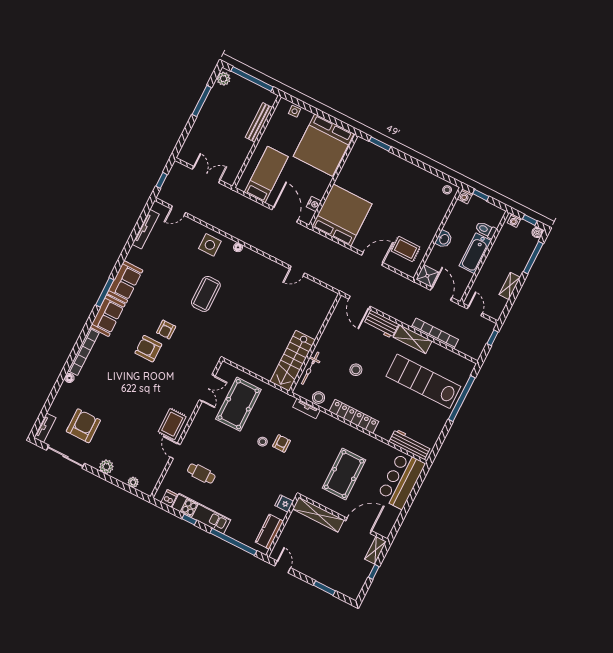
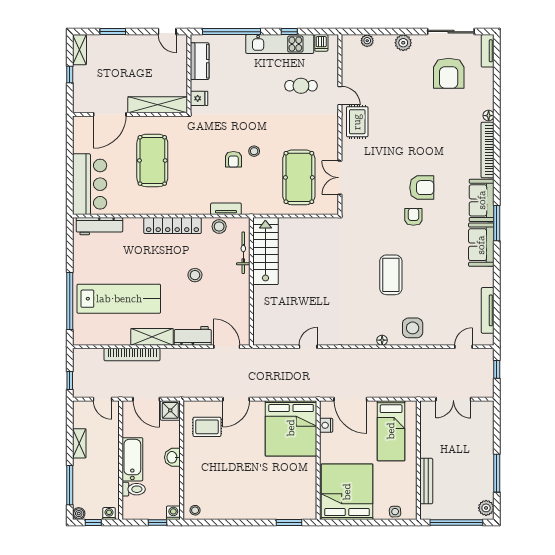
shelving: (375, 550) -> (79, 50), moved

